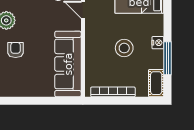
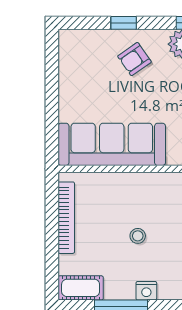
stool: (124, 48) -> (138, 236), width x0.53, depth x0.53
armchair: (16, 50) -> (134, 59), turned 145

